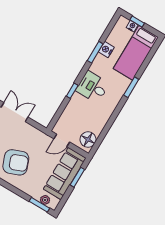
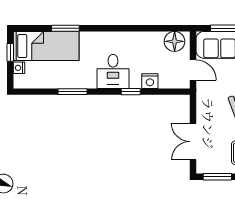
window: (137, 21) -> (10, 52), moved
nightstand: (106, 50) -> (150, 81), moved
window: (131, 87) -> (65, 28), moved

